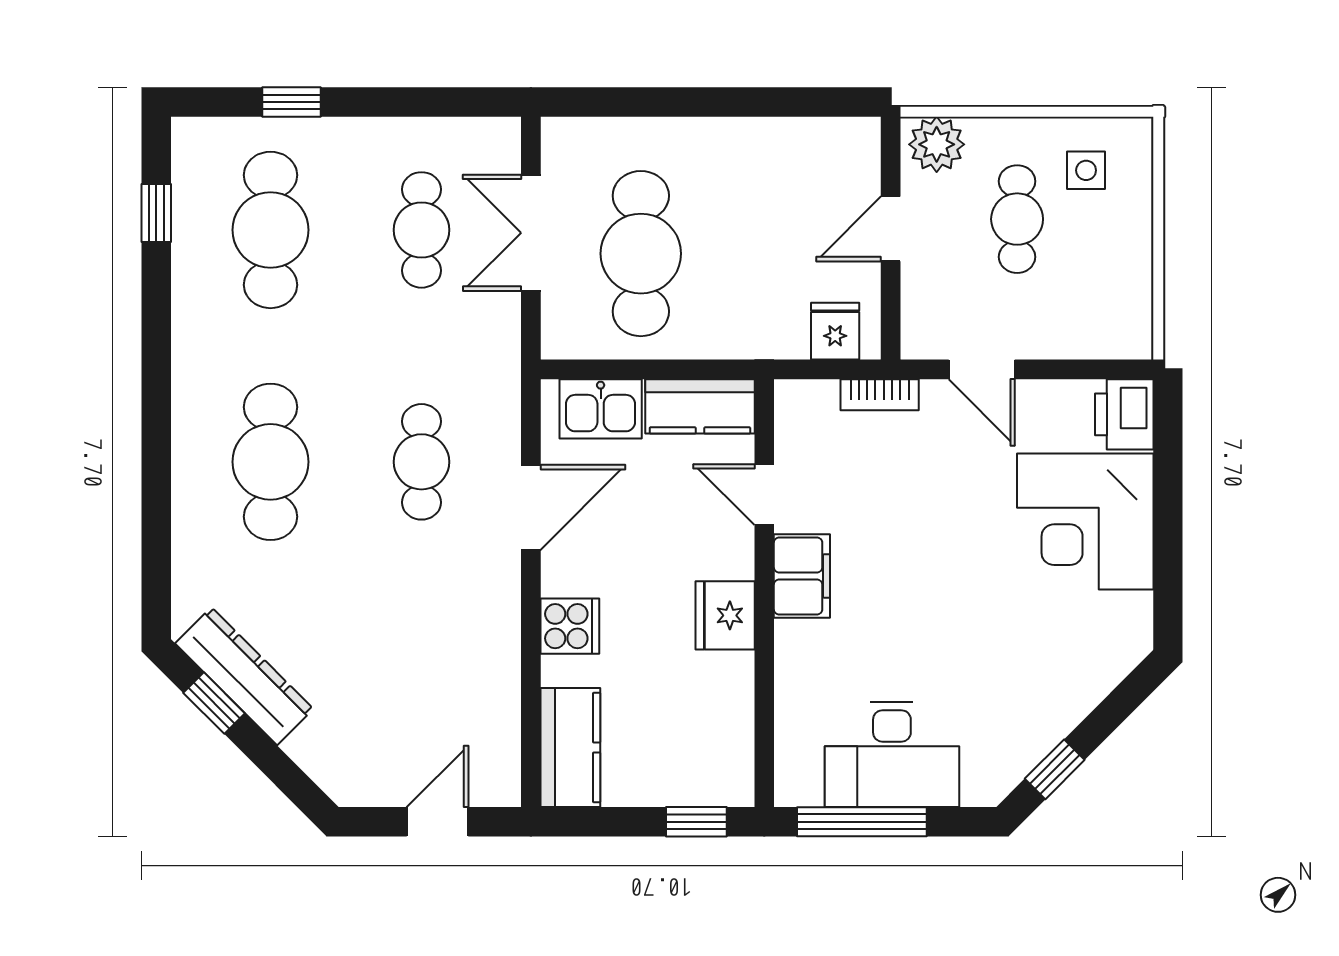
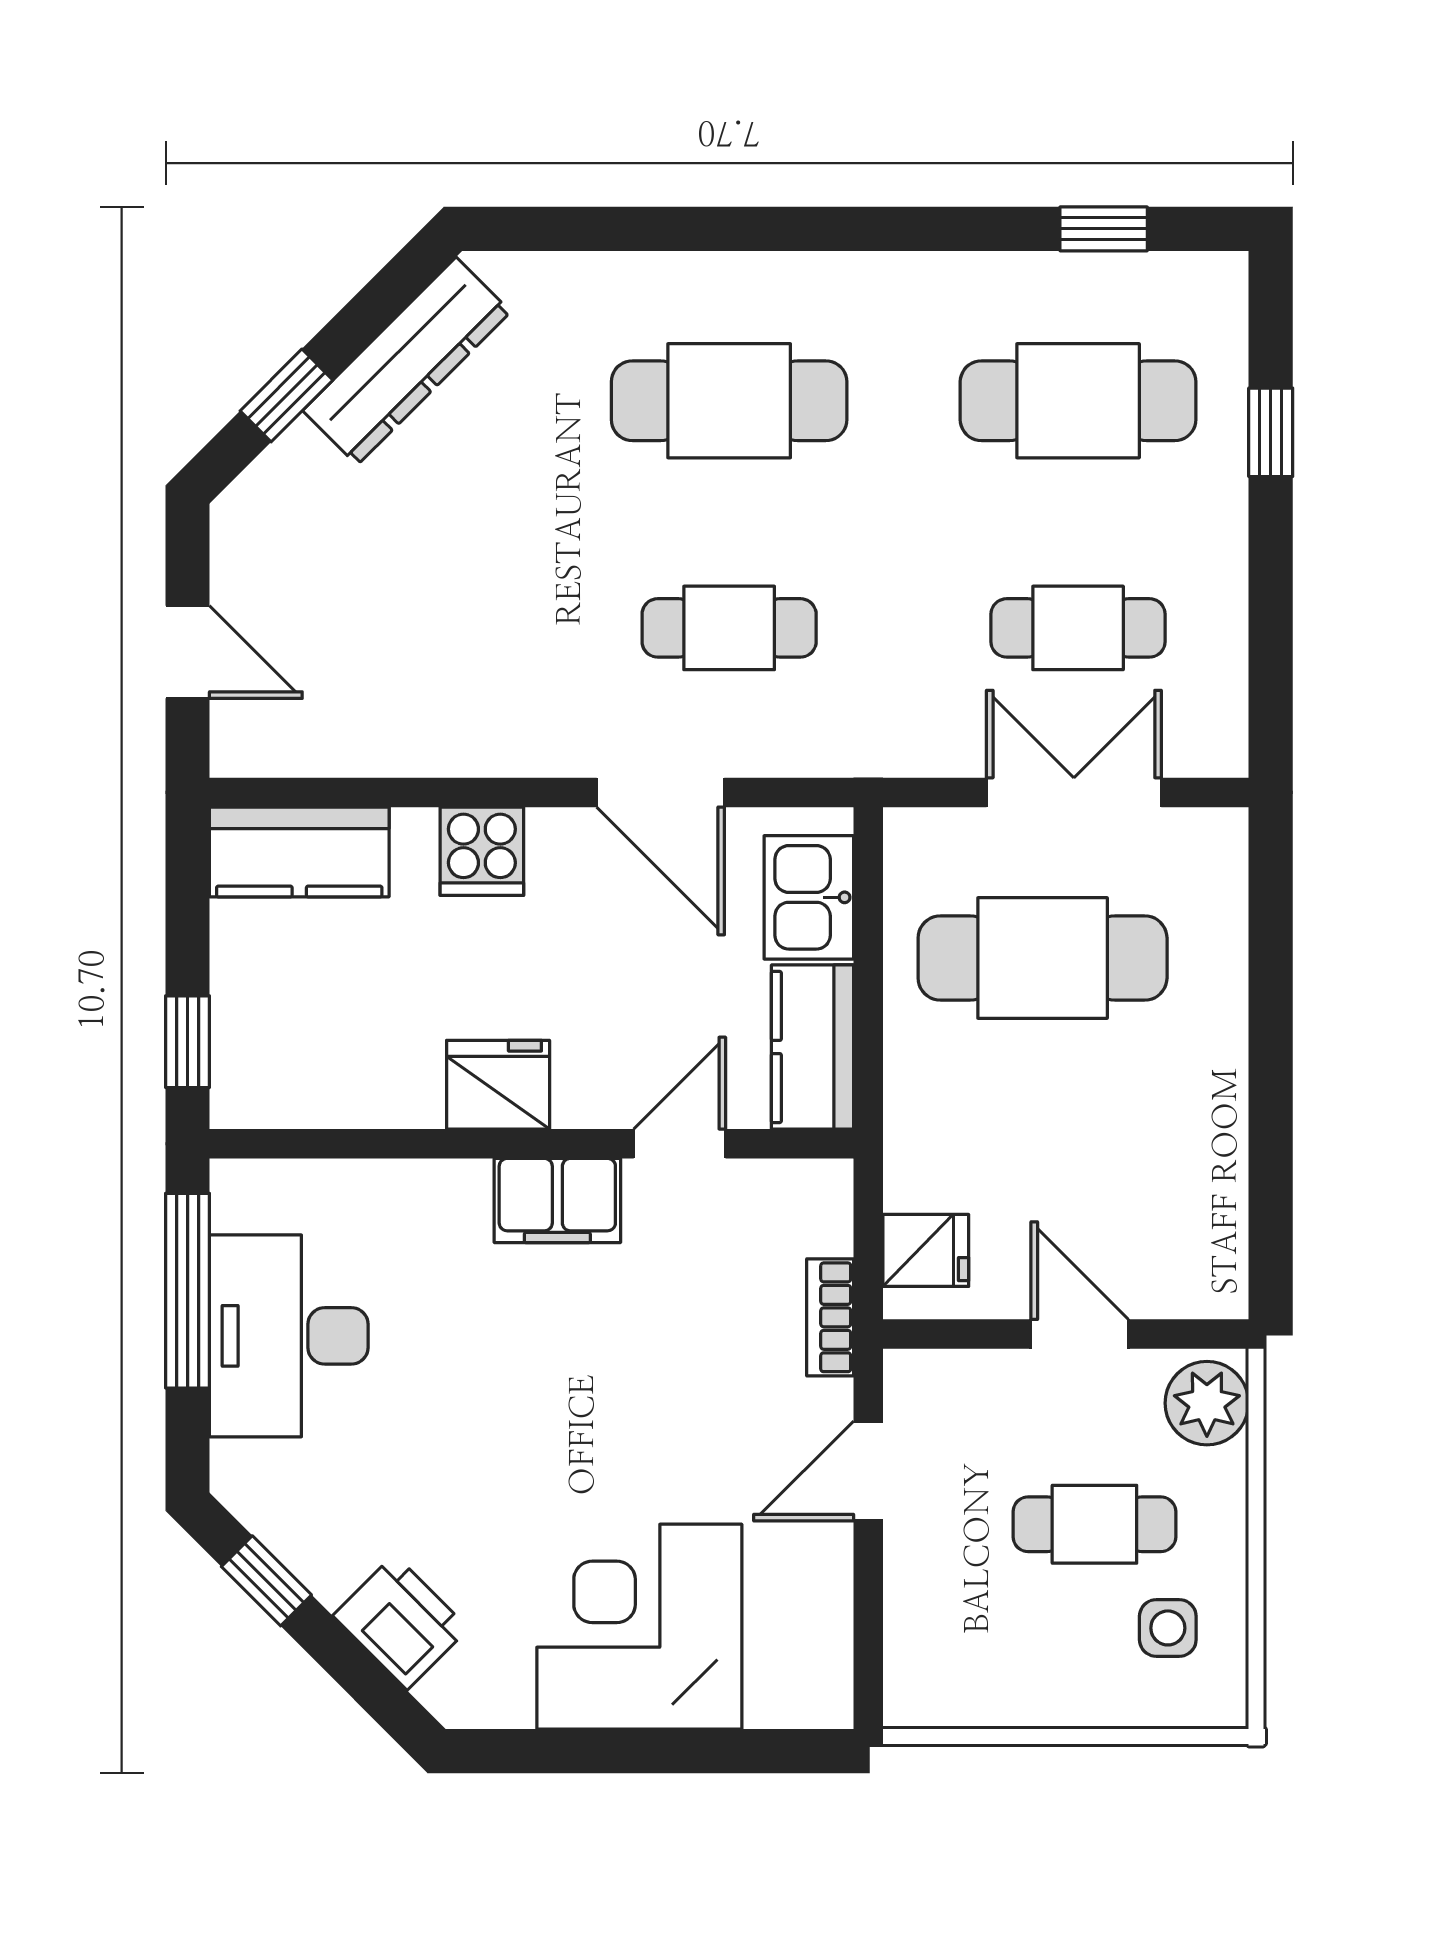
printer: (1124, 414) -> (401, 1622), moved, turned 45
window: (214, 703) -> (287, 395), moved

